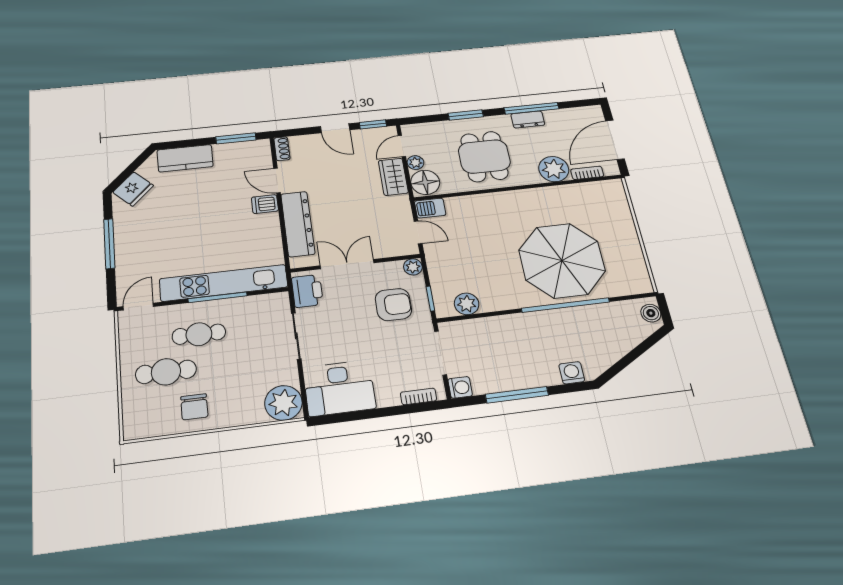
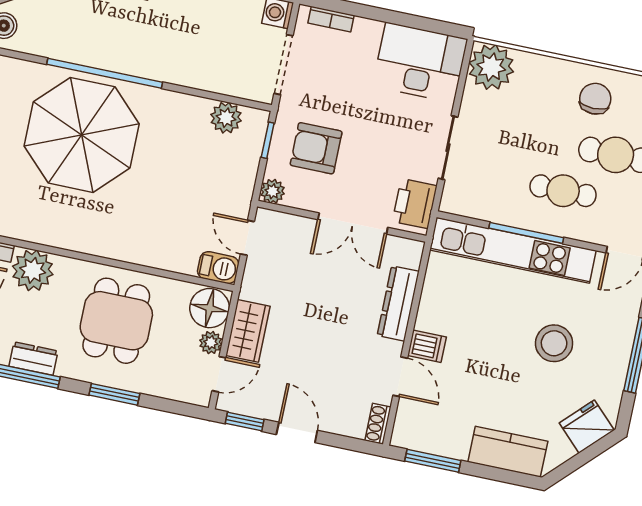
dresser: (298, 224) -> (398, 303), width x0.73, depth x0.80
stool: (173, 233) -> (554, 343), added

